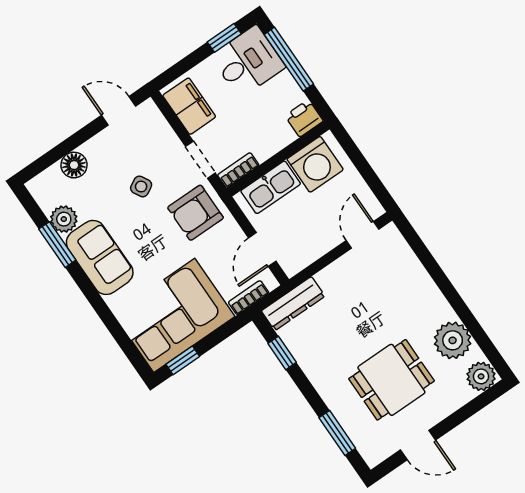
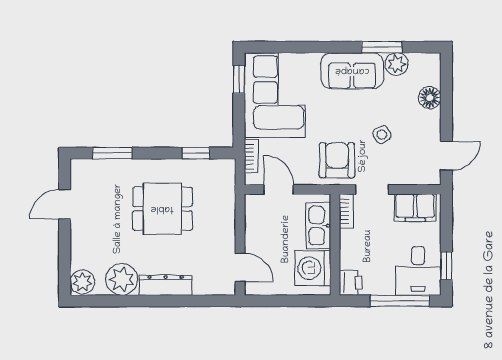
dresser: (293, 304) -> (166, 285), moved, turned 90
dining table: (391, 380) -> (162, 209), moved, turned 90

